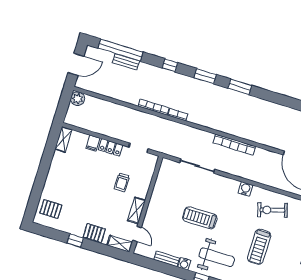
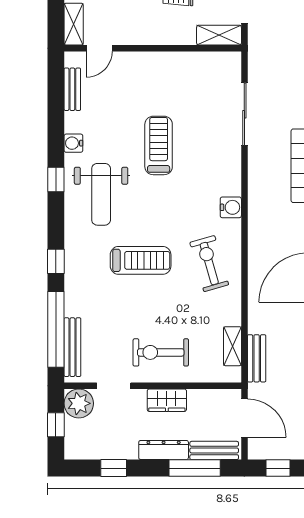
shelving: (136, 210) -> (219, 35), moved
treadmill: (259, 247) -> (141, 260), turned 180
bench: (167, 259) -> (72, 89), moved

